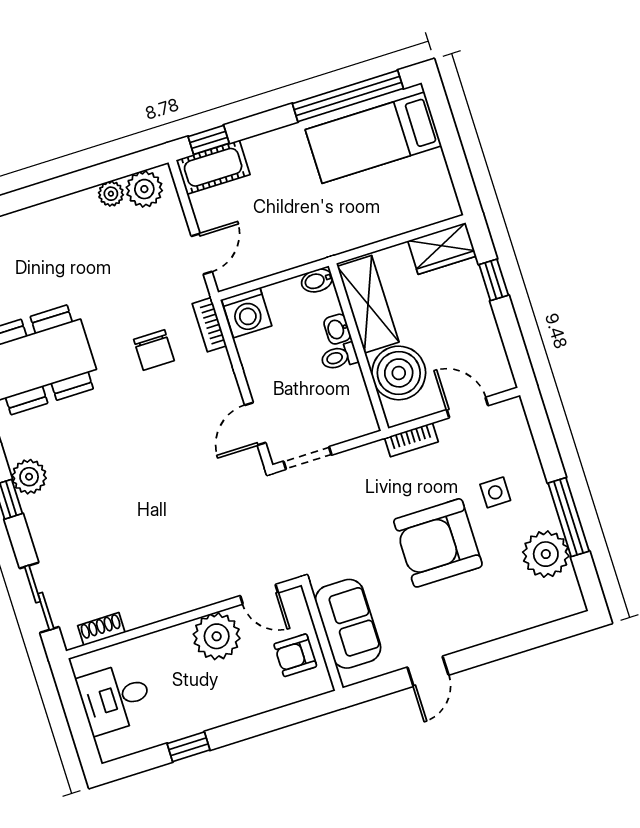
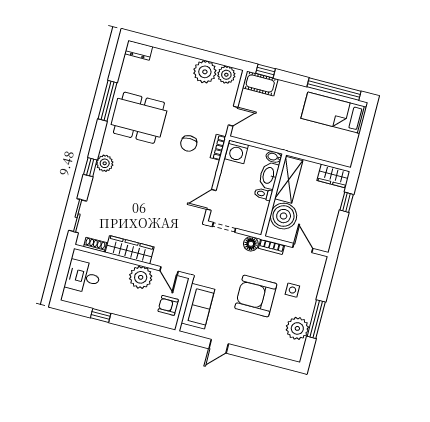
plant: (111, 194) -> (205, 72), width x1.87, depth x1.87
washbasin: (337, 329) -> (269, 176), width x1.91, depth x1.45
floor lamp: (372, 457) -> (251, 244), added
wardrobe: (167, 600) -> (130, 250), added

